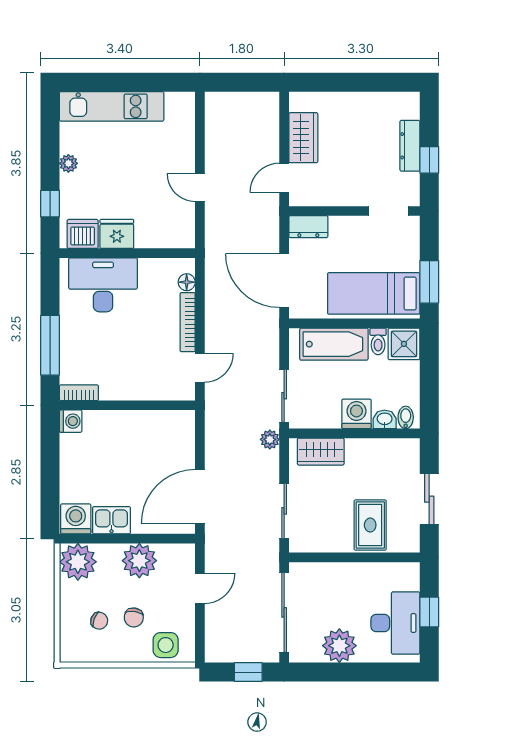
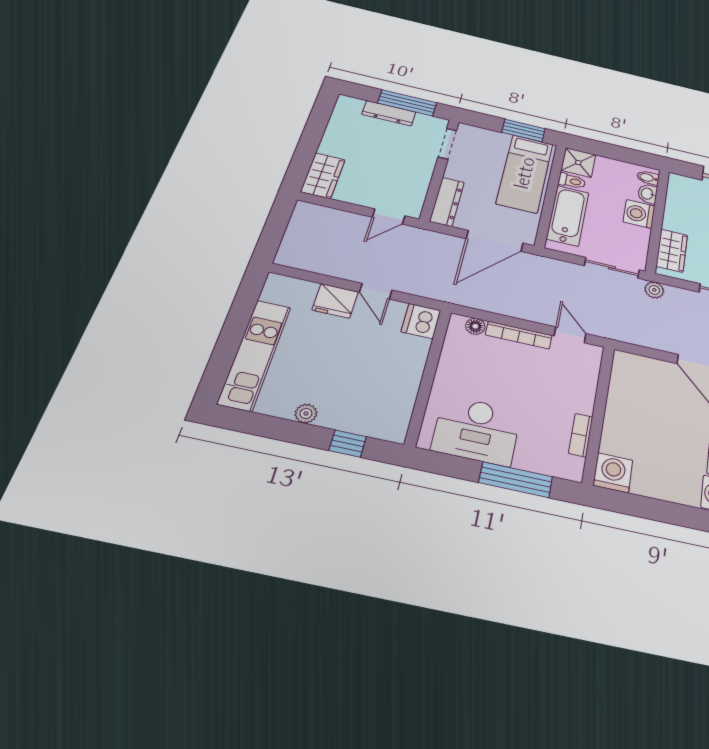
wardrobe: (303, 138) -> (323, 176), moved, turned 90
window: (429, 160) -> (407, 103), width x2.17
door: (284, 178) -> (389, 216), hinge flipped
door: (200, 188) -> (376, 291), hinge flipped
dresser: (308, 227) -> (447, 202), width x1.44
dishwasher: (83, 234) -> (421, 321), moved
fridge: (117, 234) -> (335, 301), moved, turned -90
desk: (103, 285) -> (477, 430), moved, turned -90
bookcase: (79, 393) -> (581, 435), moved
washing machine: (71, 421) -> (613, 473), width x1.38, depth x1.38

